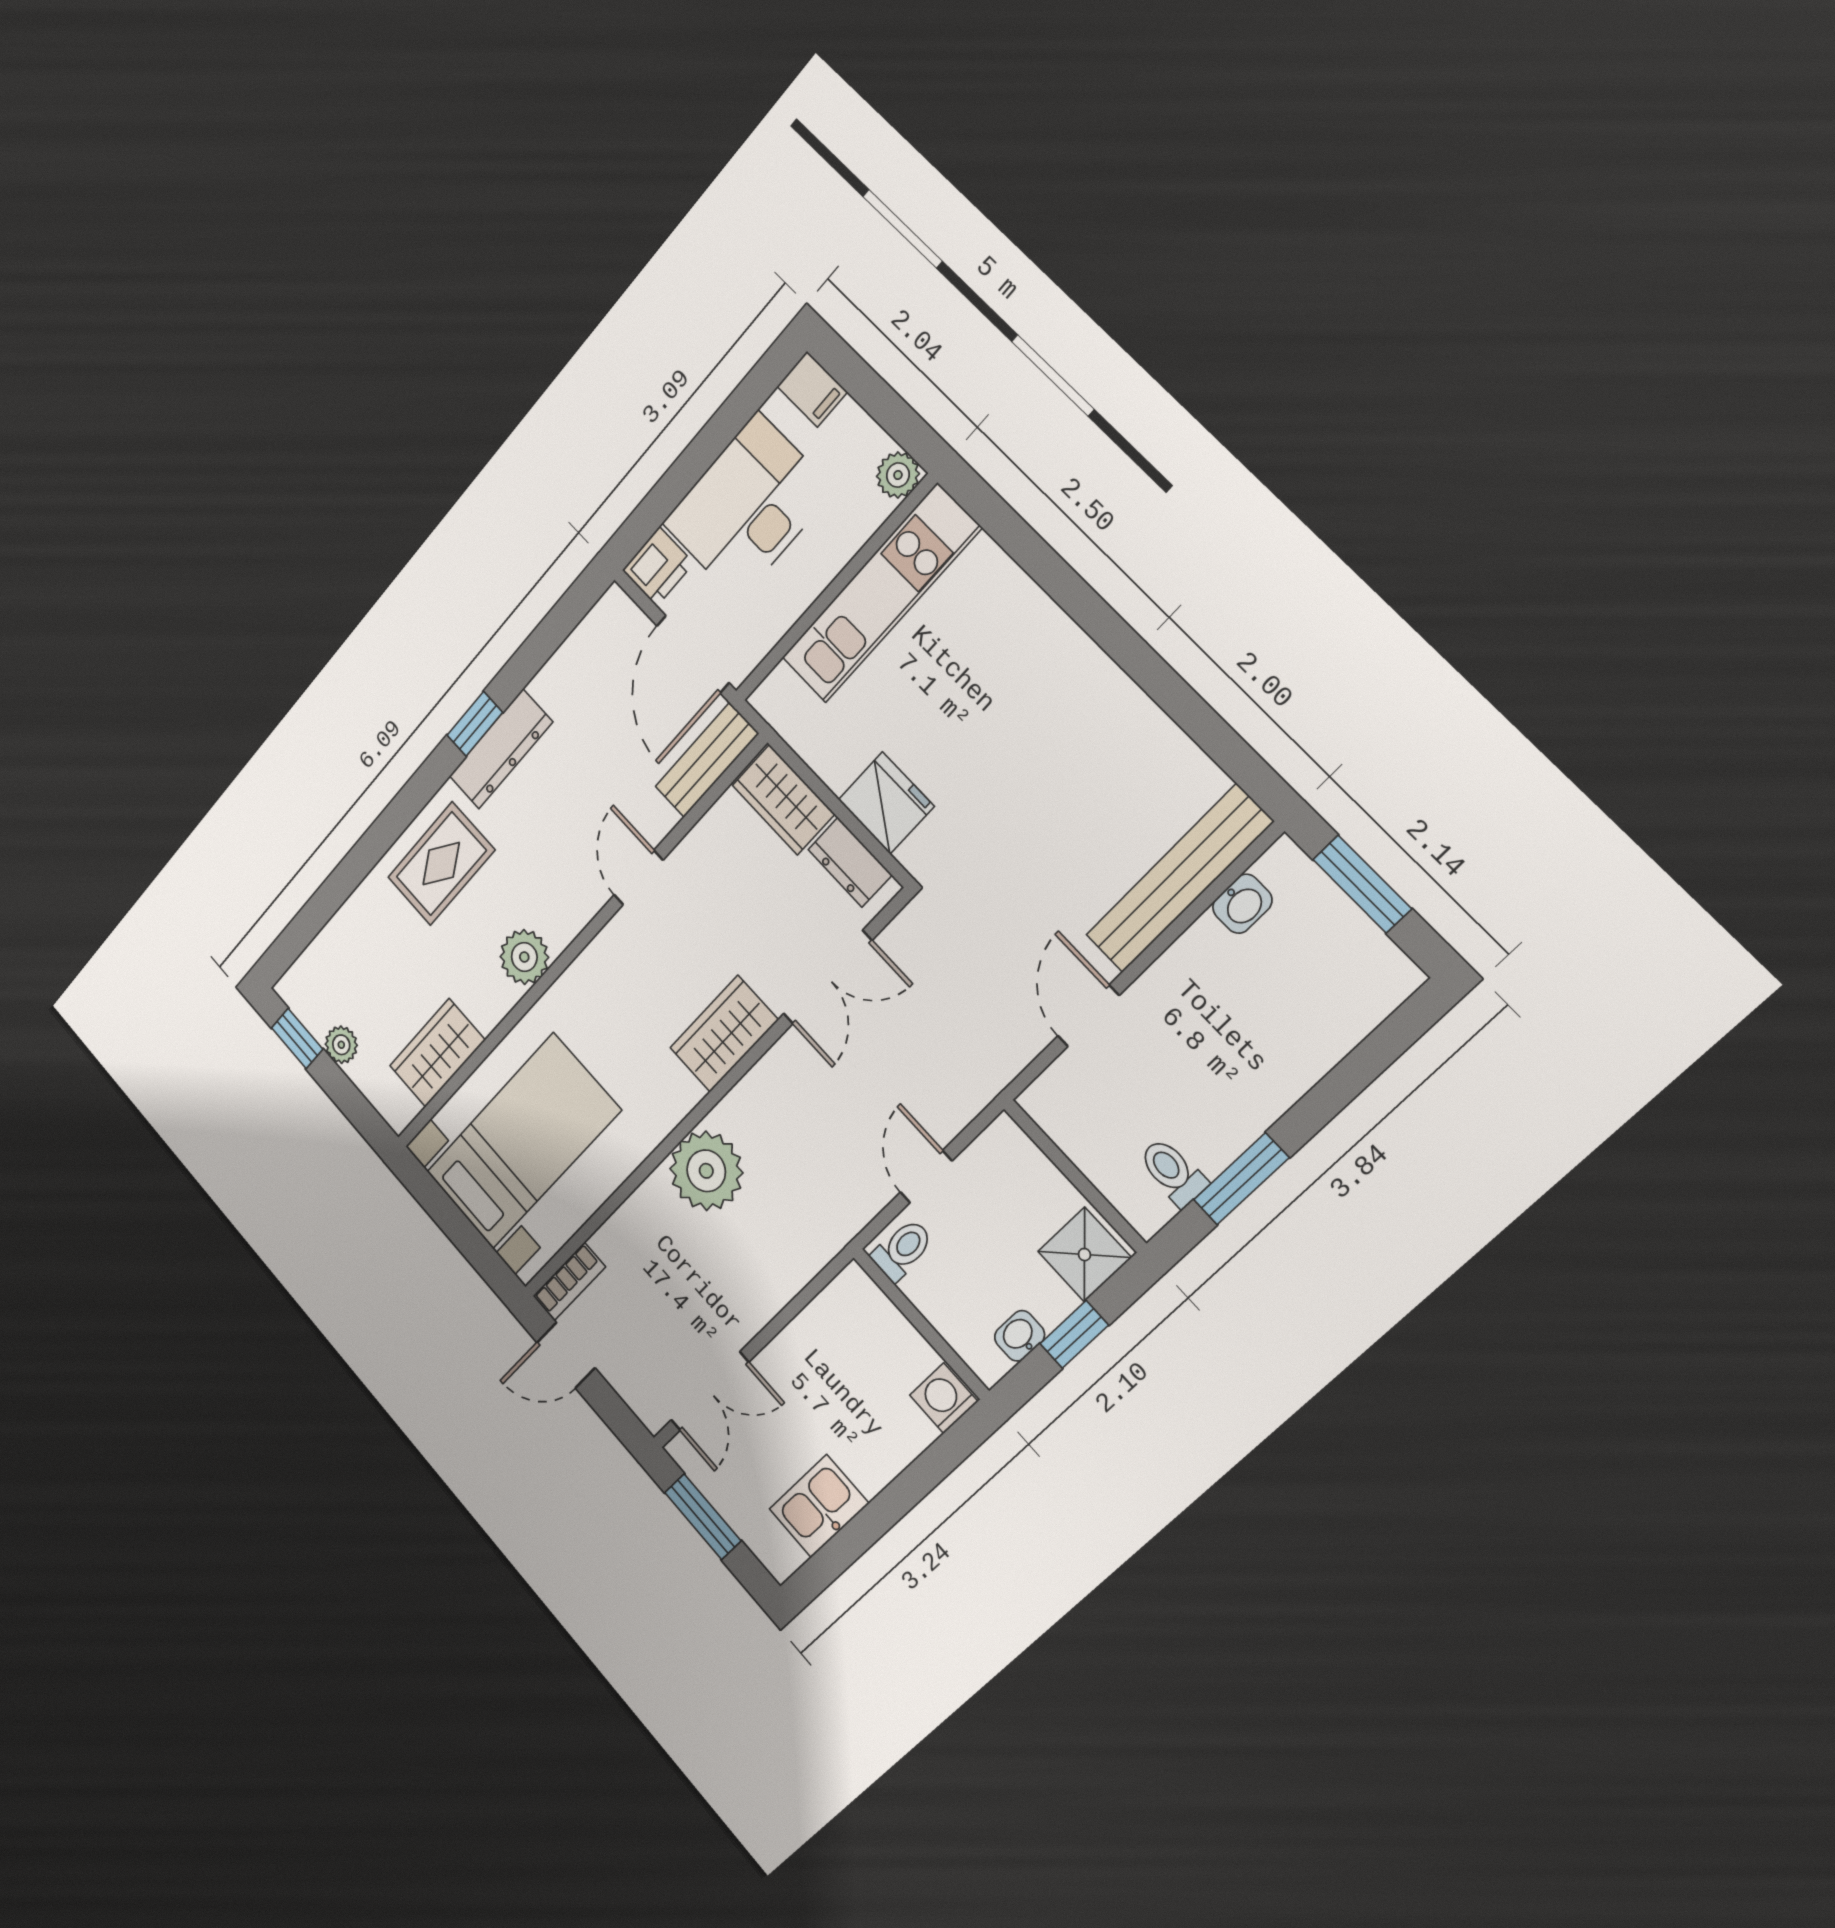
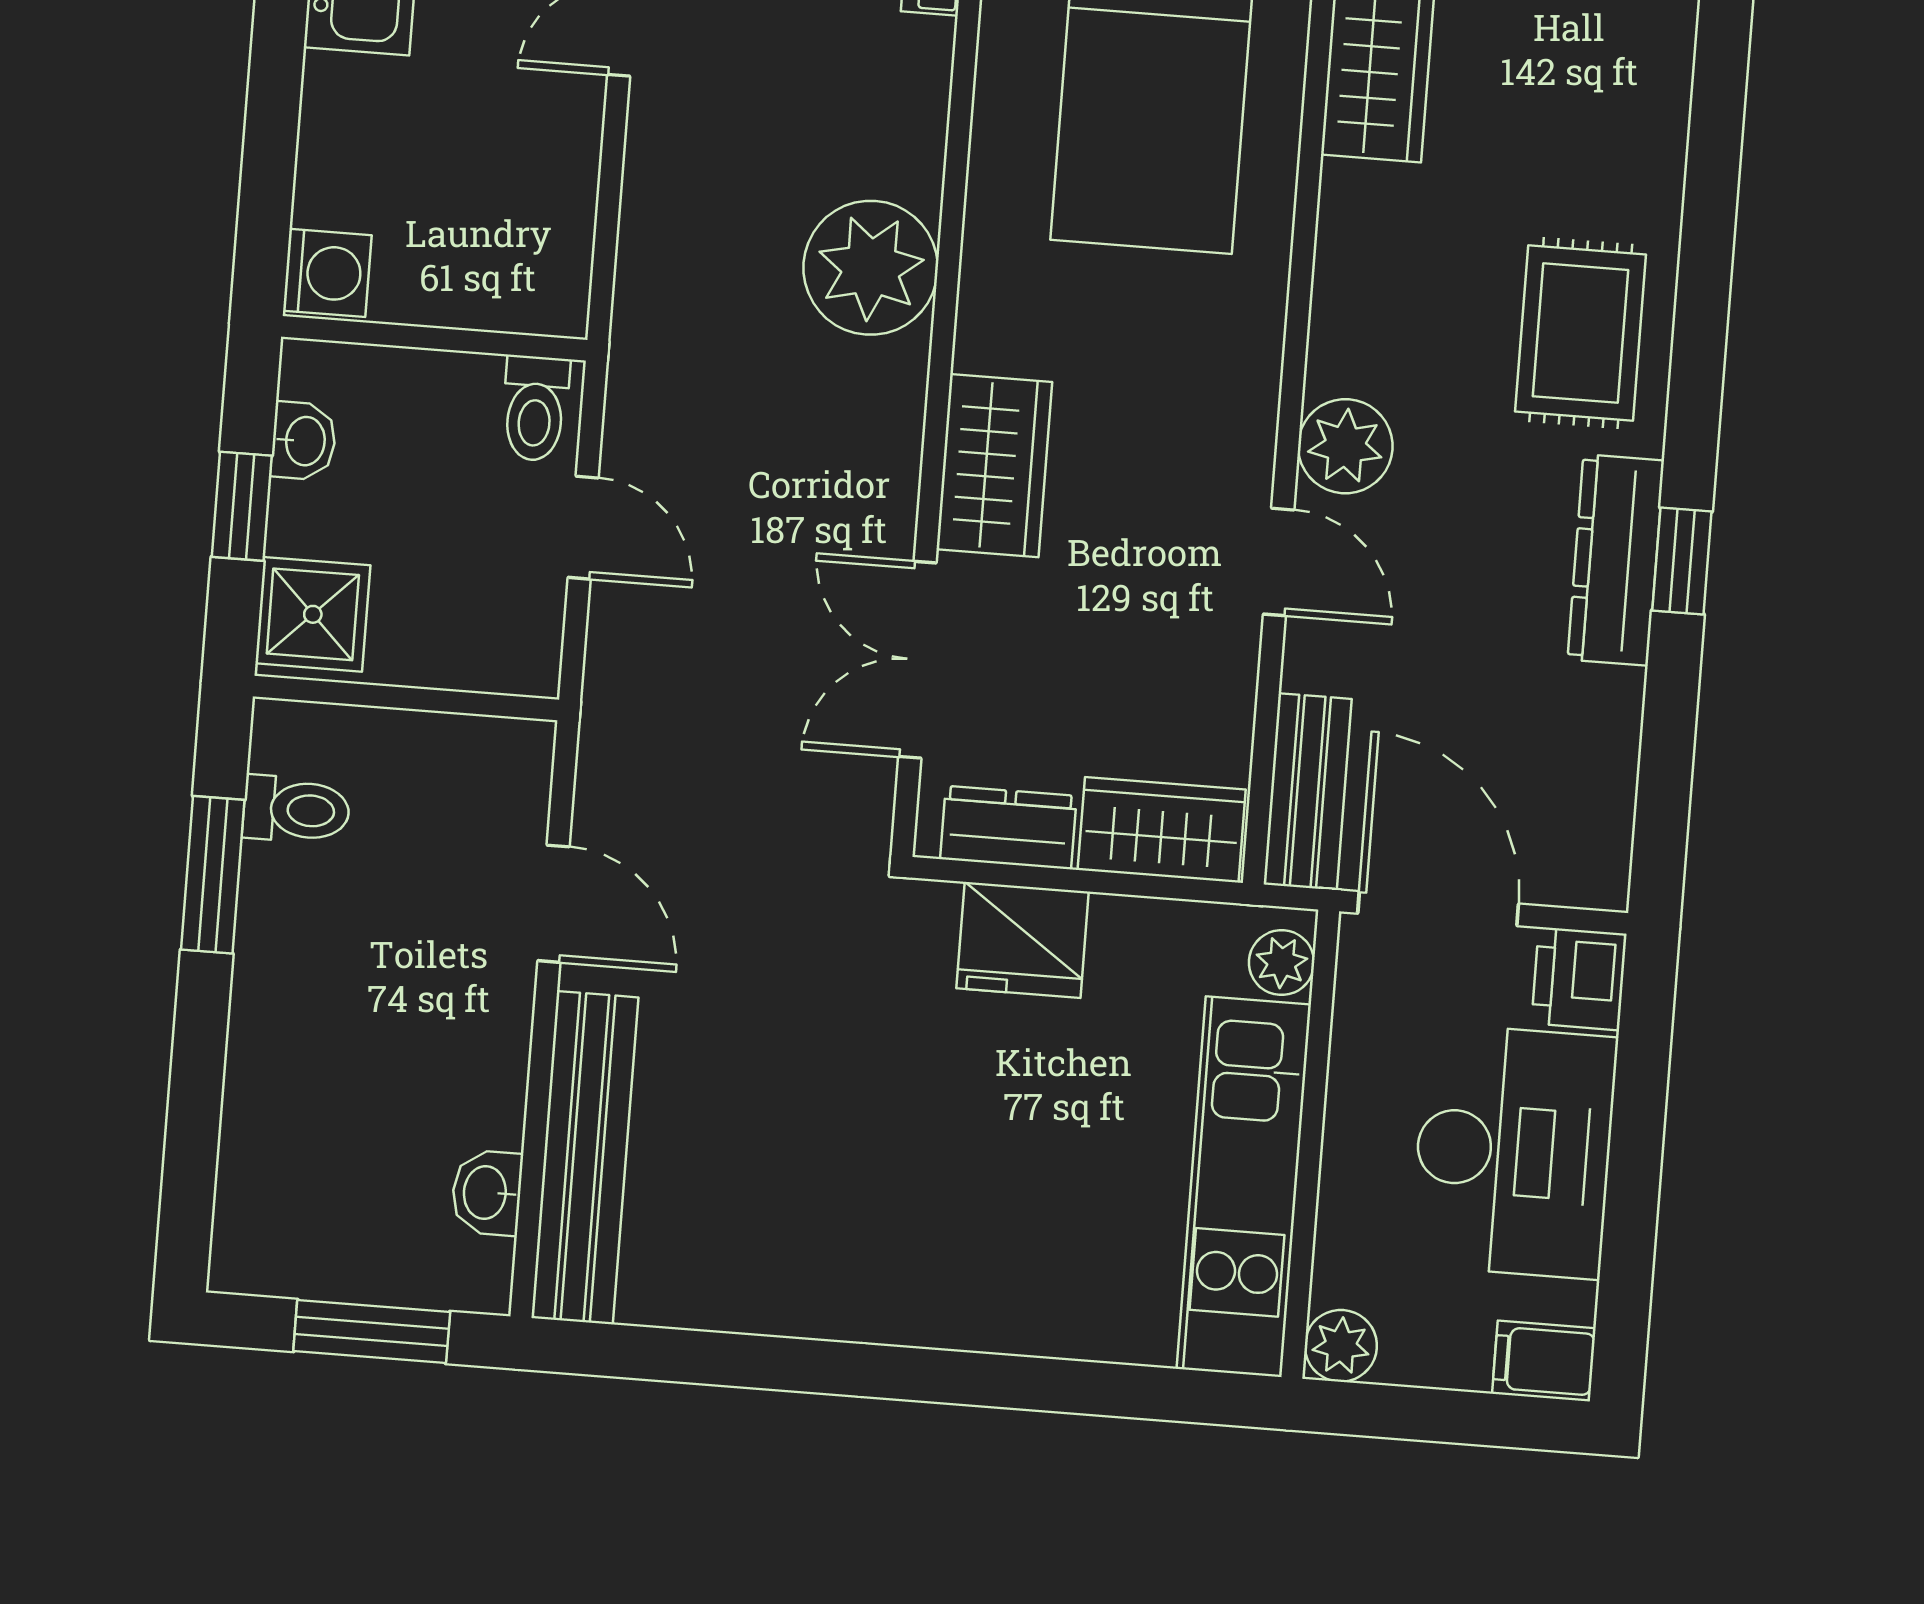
plant: (780, 689) -> (1282, 963), added
plant: (524, 957) -> (1345, 446), moved

